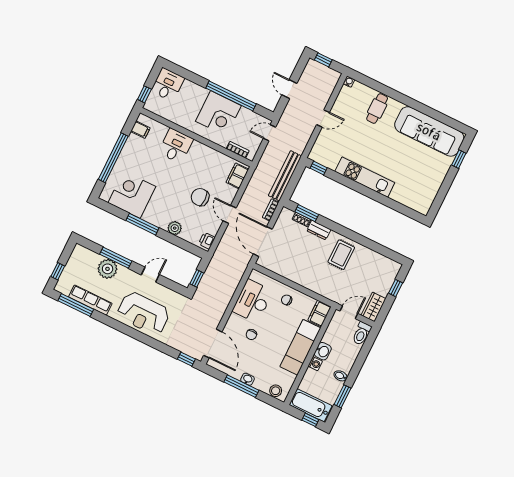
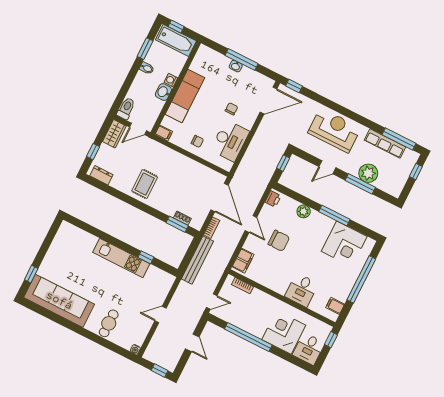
corner desk: (218, 113) -> (284, 332), moved
window: (319, 168) -> (146, 257), moved
dresser: (319, 230) -> (101, 175), moved
filing cabinet: (319, 313) -> (164, 133), width x0.50
door: (213, 344) -> (268, 101), swing flipped
stool: (276, 391) -> (209, 55), removed

